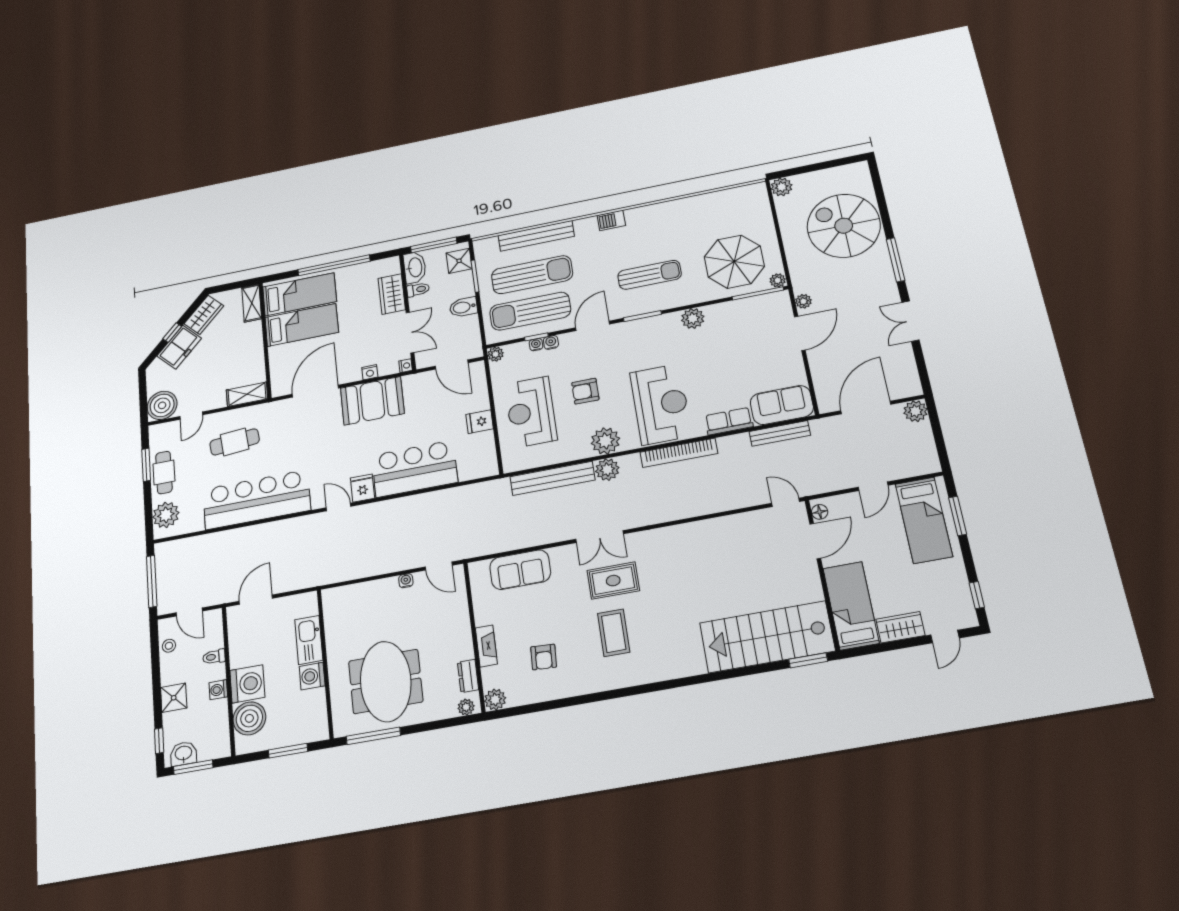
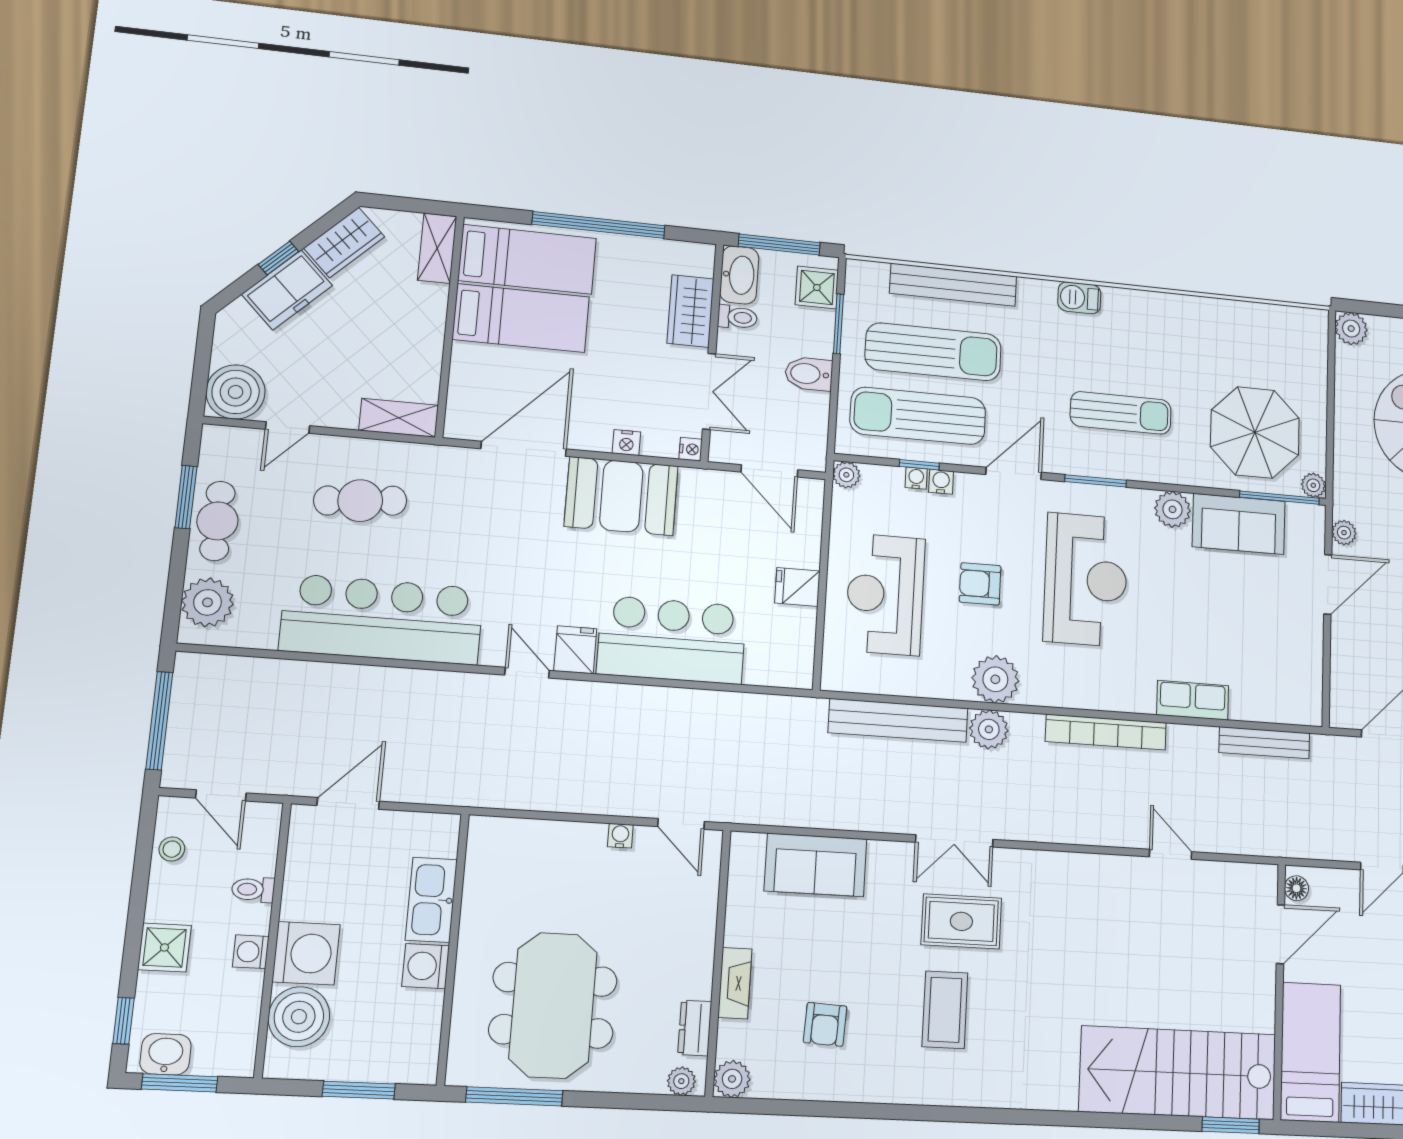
reception desk: (661, 404) -> (1086, 580), moved
sofa: (782, 405) -> (1239, 524), moved, turned 180
door: (786, 502) -> (1171, 854), moved

